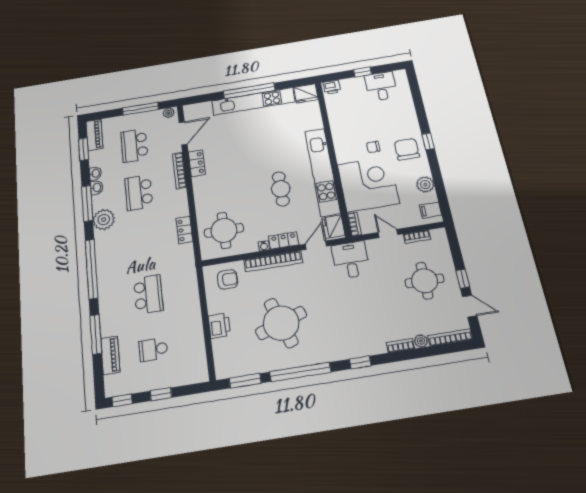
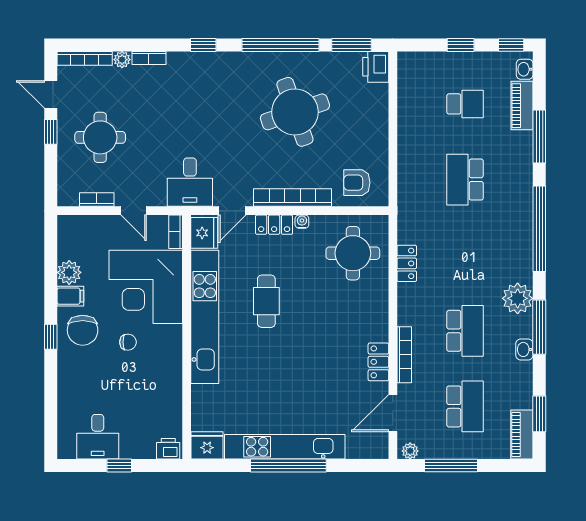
washbasin: (95, 173) -> (525, 69), moved
filing cabinet: (431, 210) -> (70, 296), moved
printer: (219, 326) -> (376, 67), moved

